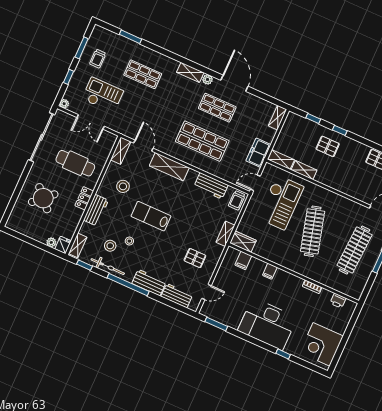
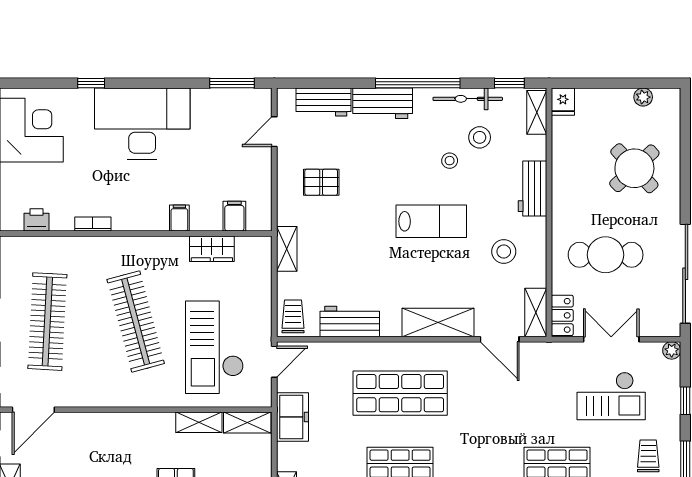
locker: (84, 198) -> (562, 315), moved
plant: (51, 242) -> (643, 97), moved
wardrobe: (243, 242) -> (212, 249), moved

